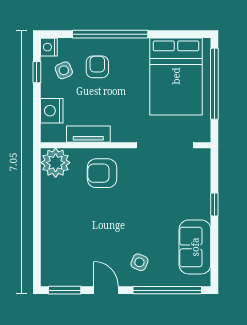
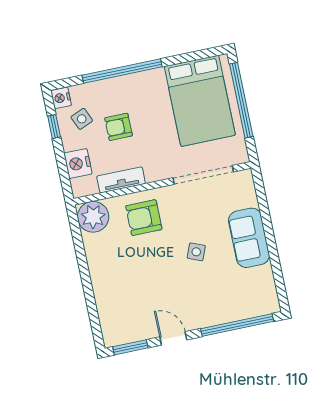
armchair: (97, 67) -> (118, 127), moved, turned -90
window: (214, 204) -> (268, 226), removed
sofa: (195, 247) -> (249, 238), moved
side table: (139, 262) -> (196, 252), moved

